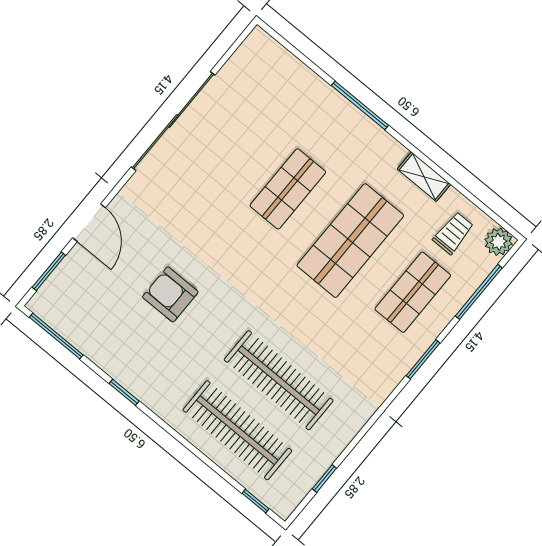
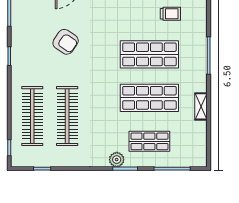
shop shelf: (288, 189) -> (149, 54), width x1.43, depth x1.36
trolley: (453, 233) -> (170, 14), moved
plant: (498, 242) -> (117, 160), moved
armchair: (170, 294) -> (66, 42), turned 124

